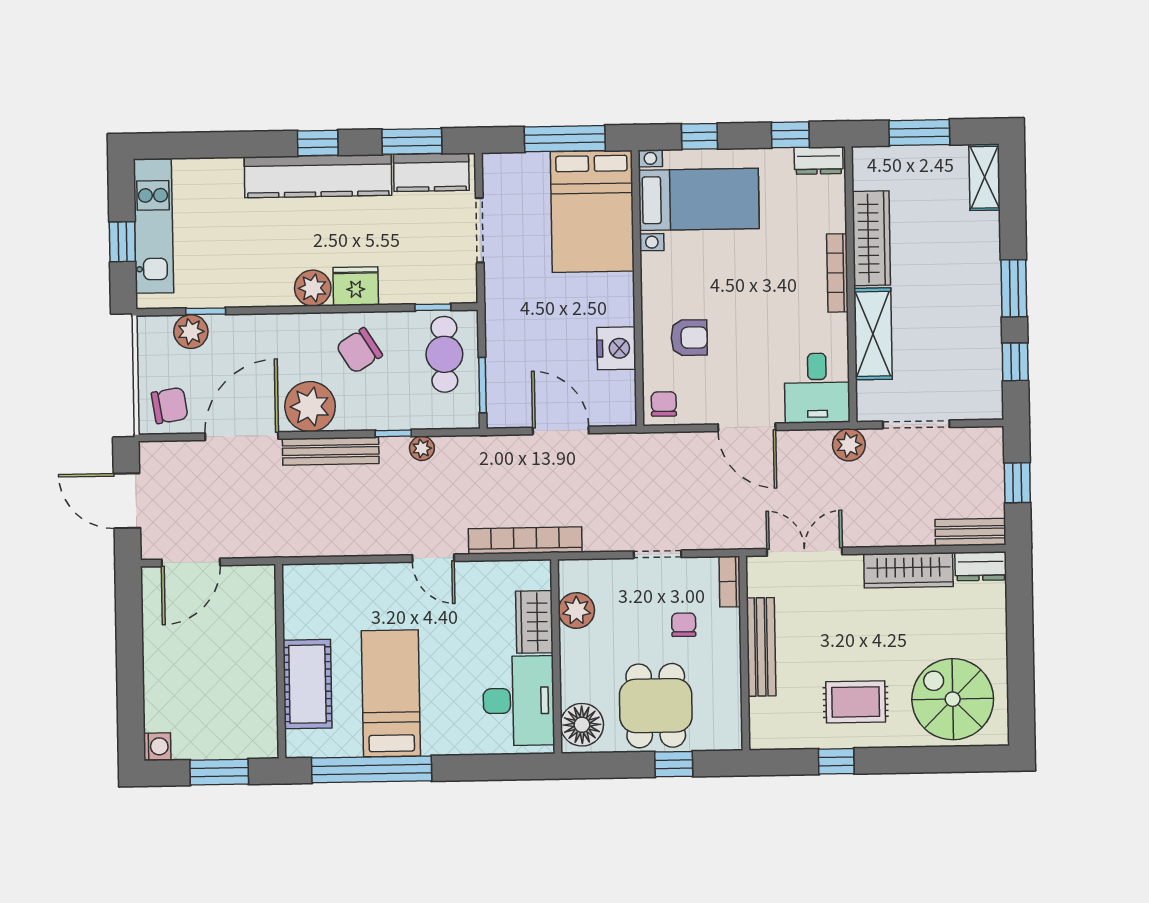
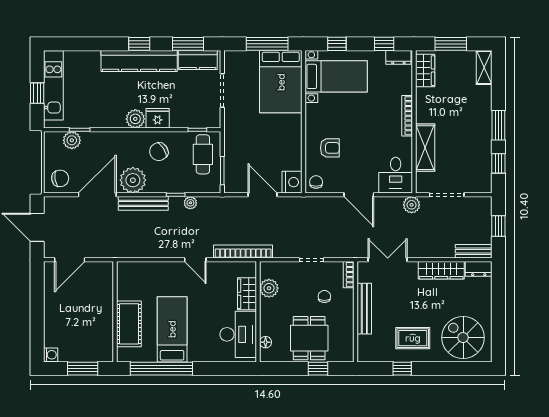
wardrobe: (871, 238) -> (425, 71), moved, width x0.67
nightstand: (616, 348) -> (292, 182), moved
floor lamp: (582, 725) -> (266, 342), width x0.53, depth x0.53

